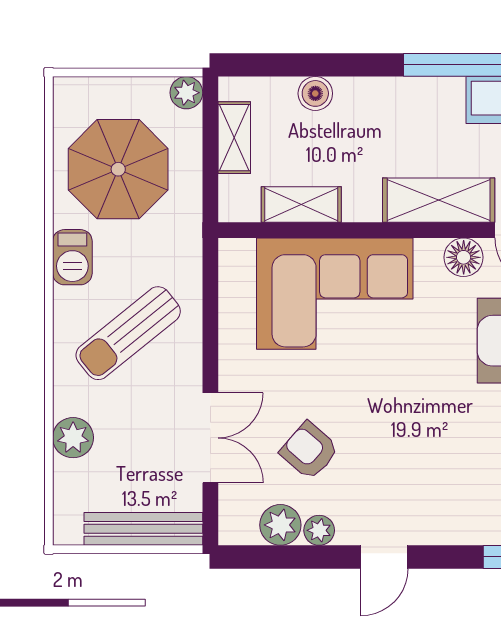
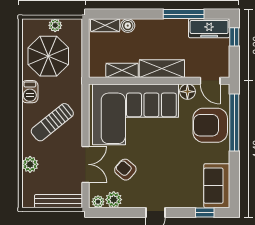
plant: (186, 93) -> (55, 25), moved
shelving: (234, 138) -> (105, 25), moved, turned 90
shelving: (439, 200) -> (162, 69), moved
corner sofa: (335, 294) -> (136, 114), width x1.36, depth x1.36
plant: (319, 530) -> (98, 202), moved

